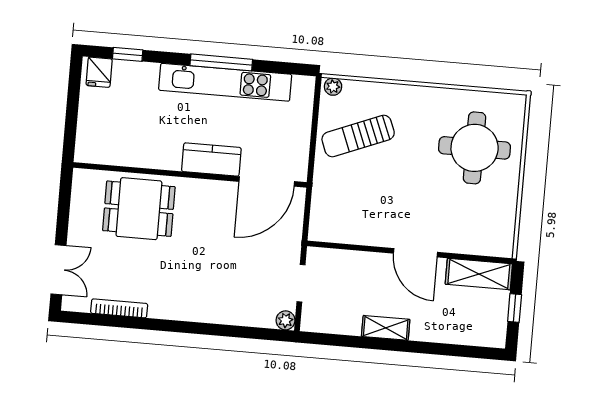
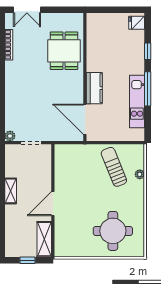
window: (128, 54) -> (148, 51), moved
kitchen unit: (225, 82) -> (137, 102), width x0.73
plant: (333, 87) -> (140, 174), moved

